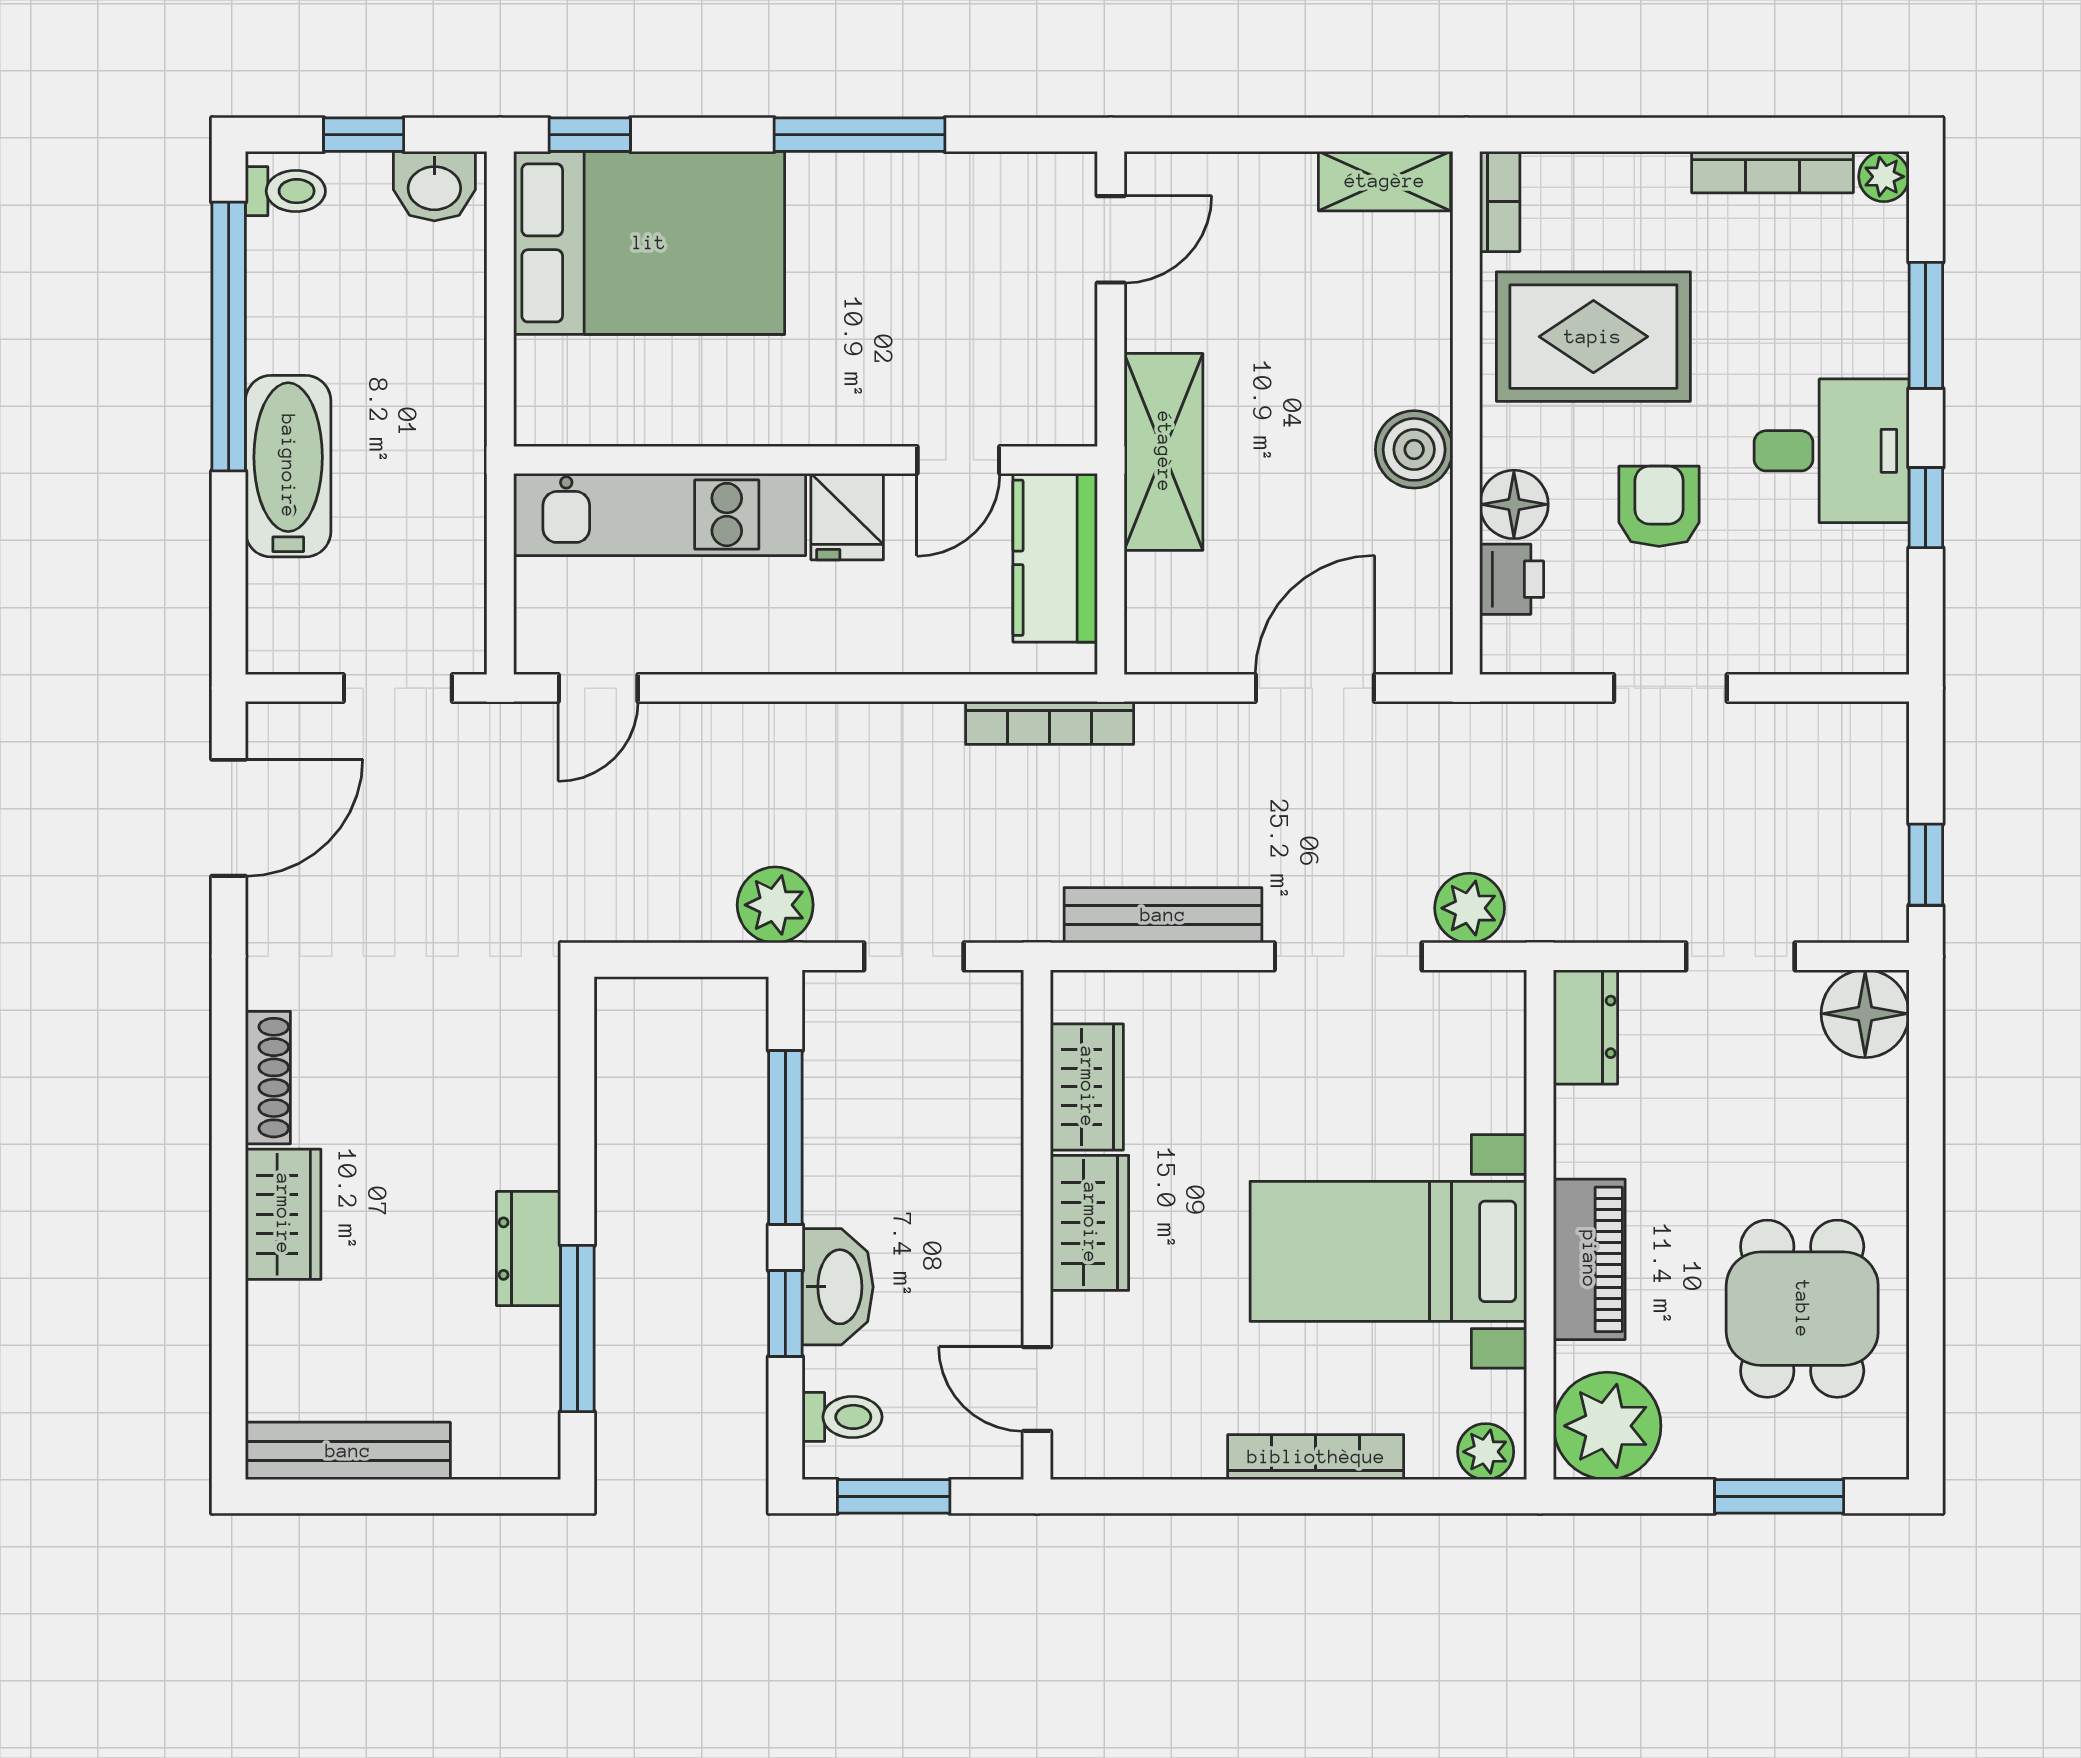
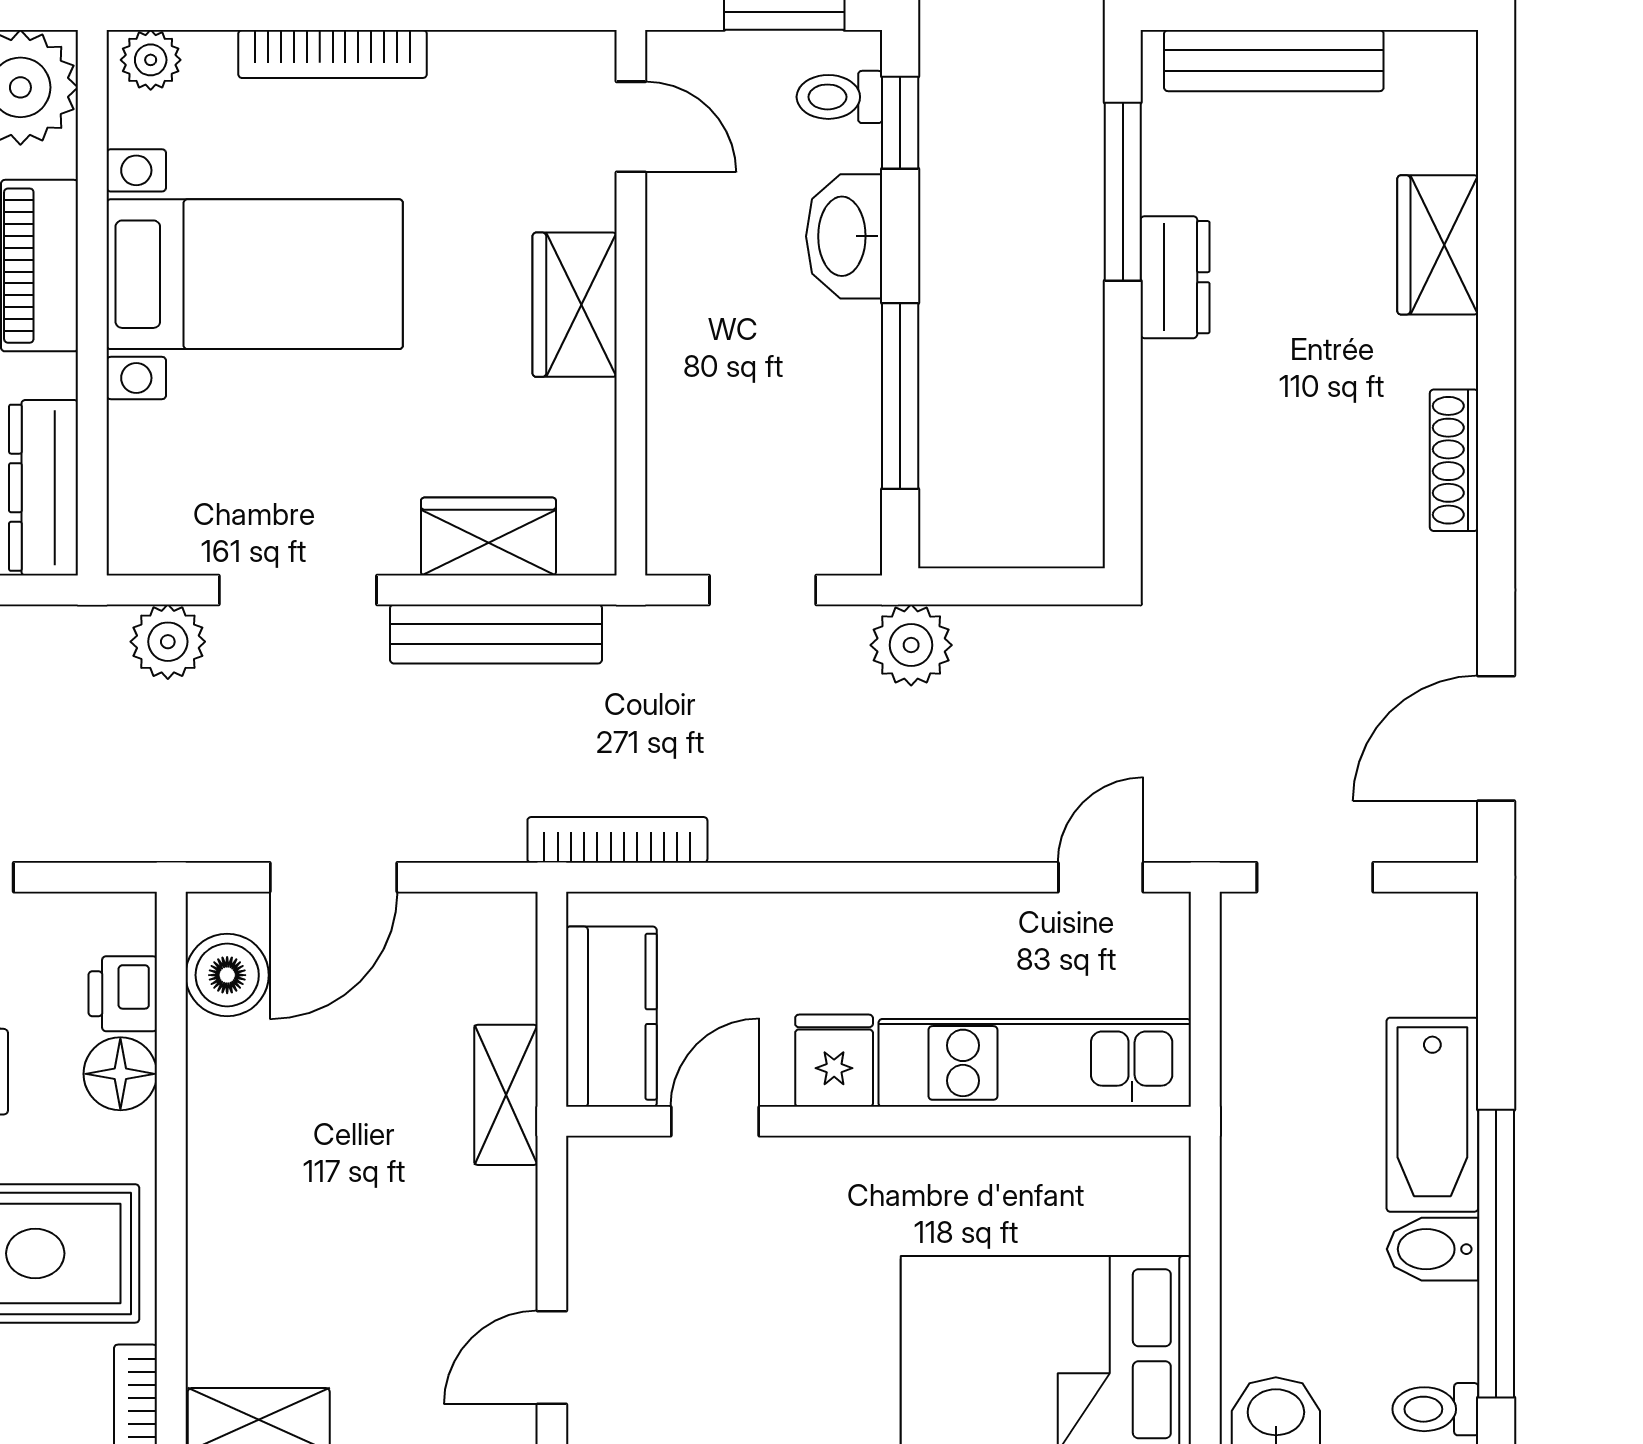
bidet: (288, 341) -> (1433, 1249), added
boiler: (1414, 449) -> (227, 975), moved
shelving: (1164, 452) -> (506, 1095), width x0.67, depth x0.75
dresser: (1586, 1027) -> (44, 488), width x1.44
wardrobe: (1087, 1087) -> (488, 536), moved, turned 90
wardrobe: (283, 1214) -> (1438, 245), moved
window: (785, 1314) -> (900, 123), moved
bench: (348, 1451) -> (1274, 61), moved

